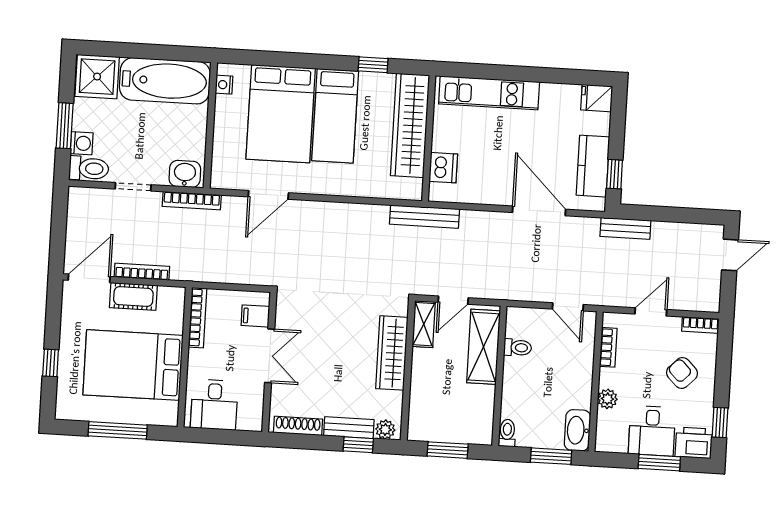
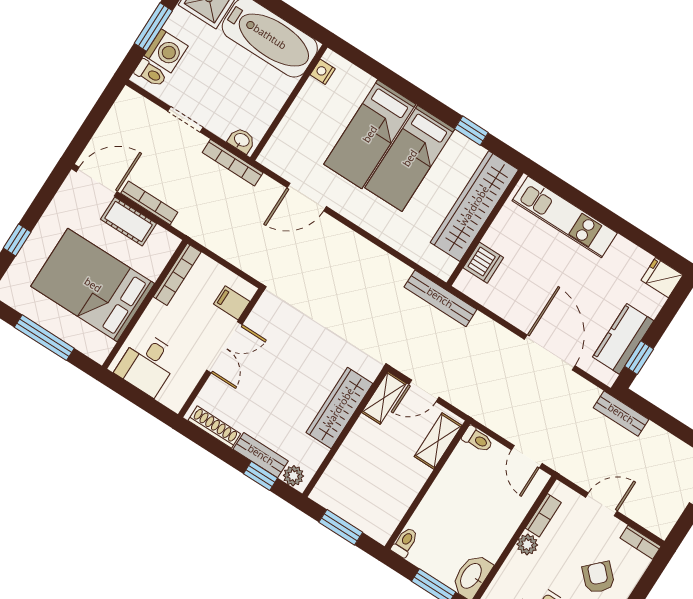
bed: (281, 114) -> (370, 134), width x0.67
washing machine: (82, 143) -> (166, 51), width x1.38, depth x1.38
toilet: (89, 168) -> (151, 73), width x0.73, depth x0.72
washbasin: (185, 174) -> (242, 140), width x0.72, depth x0.69
shelving: (484, 347) -> (438, 441), width x0.67, depth x0.75
toilet: (518, 348) -> (478, 439), moved
plant: (607, 399) -> (527, 545), moved

